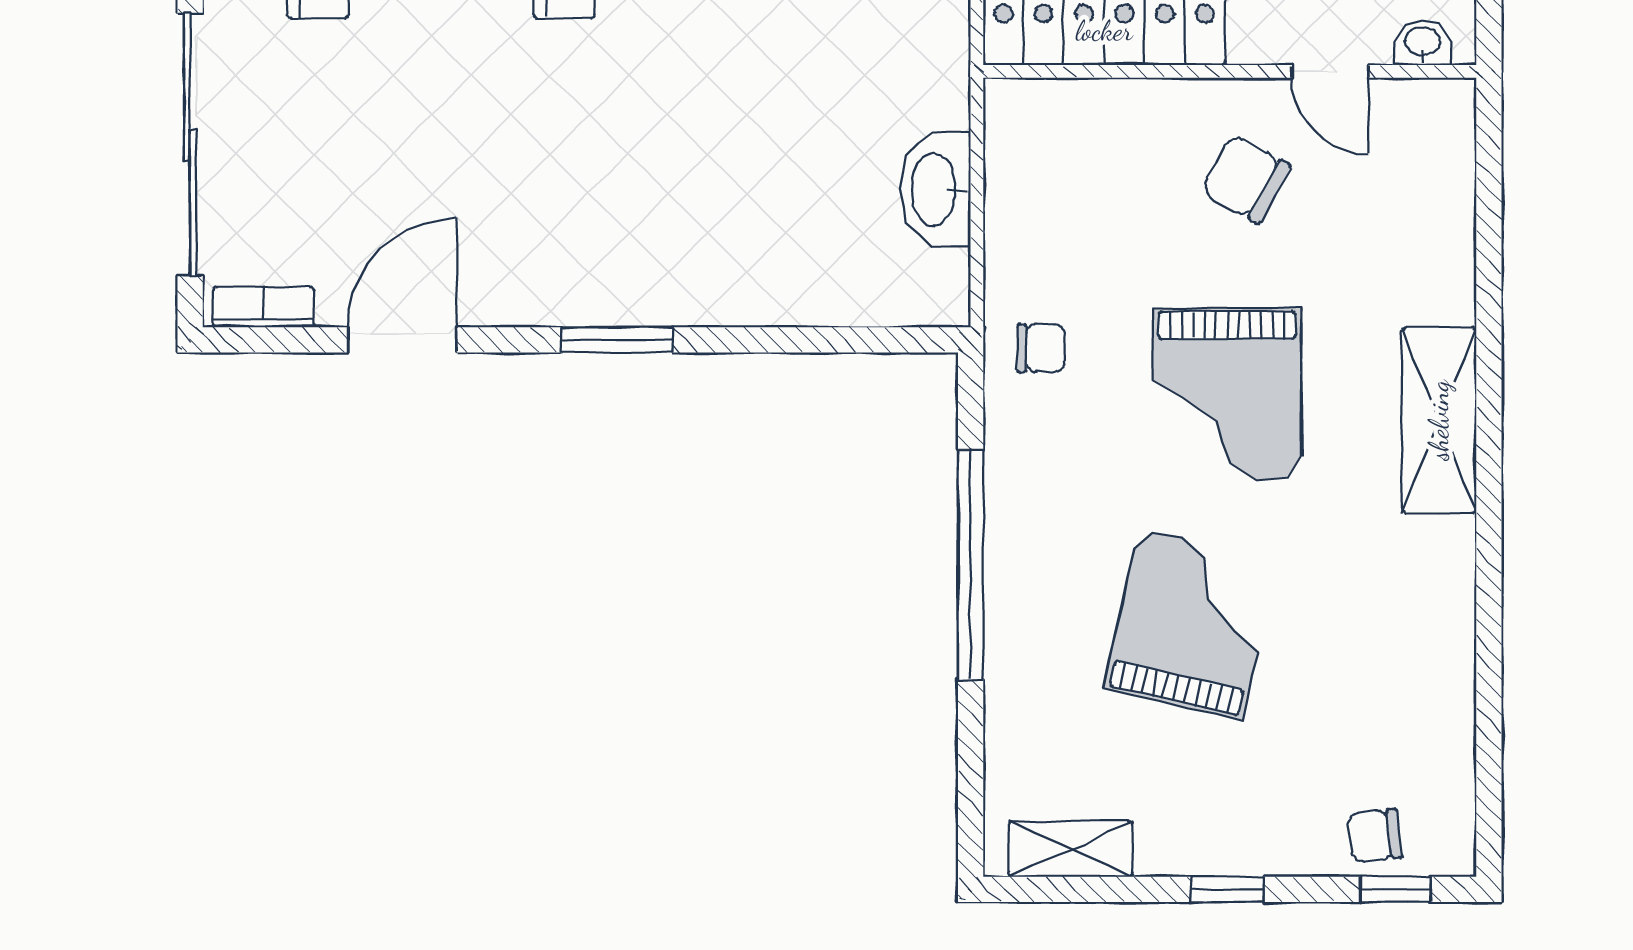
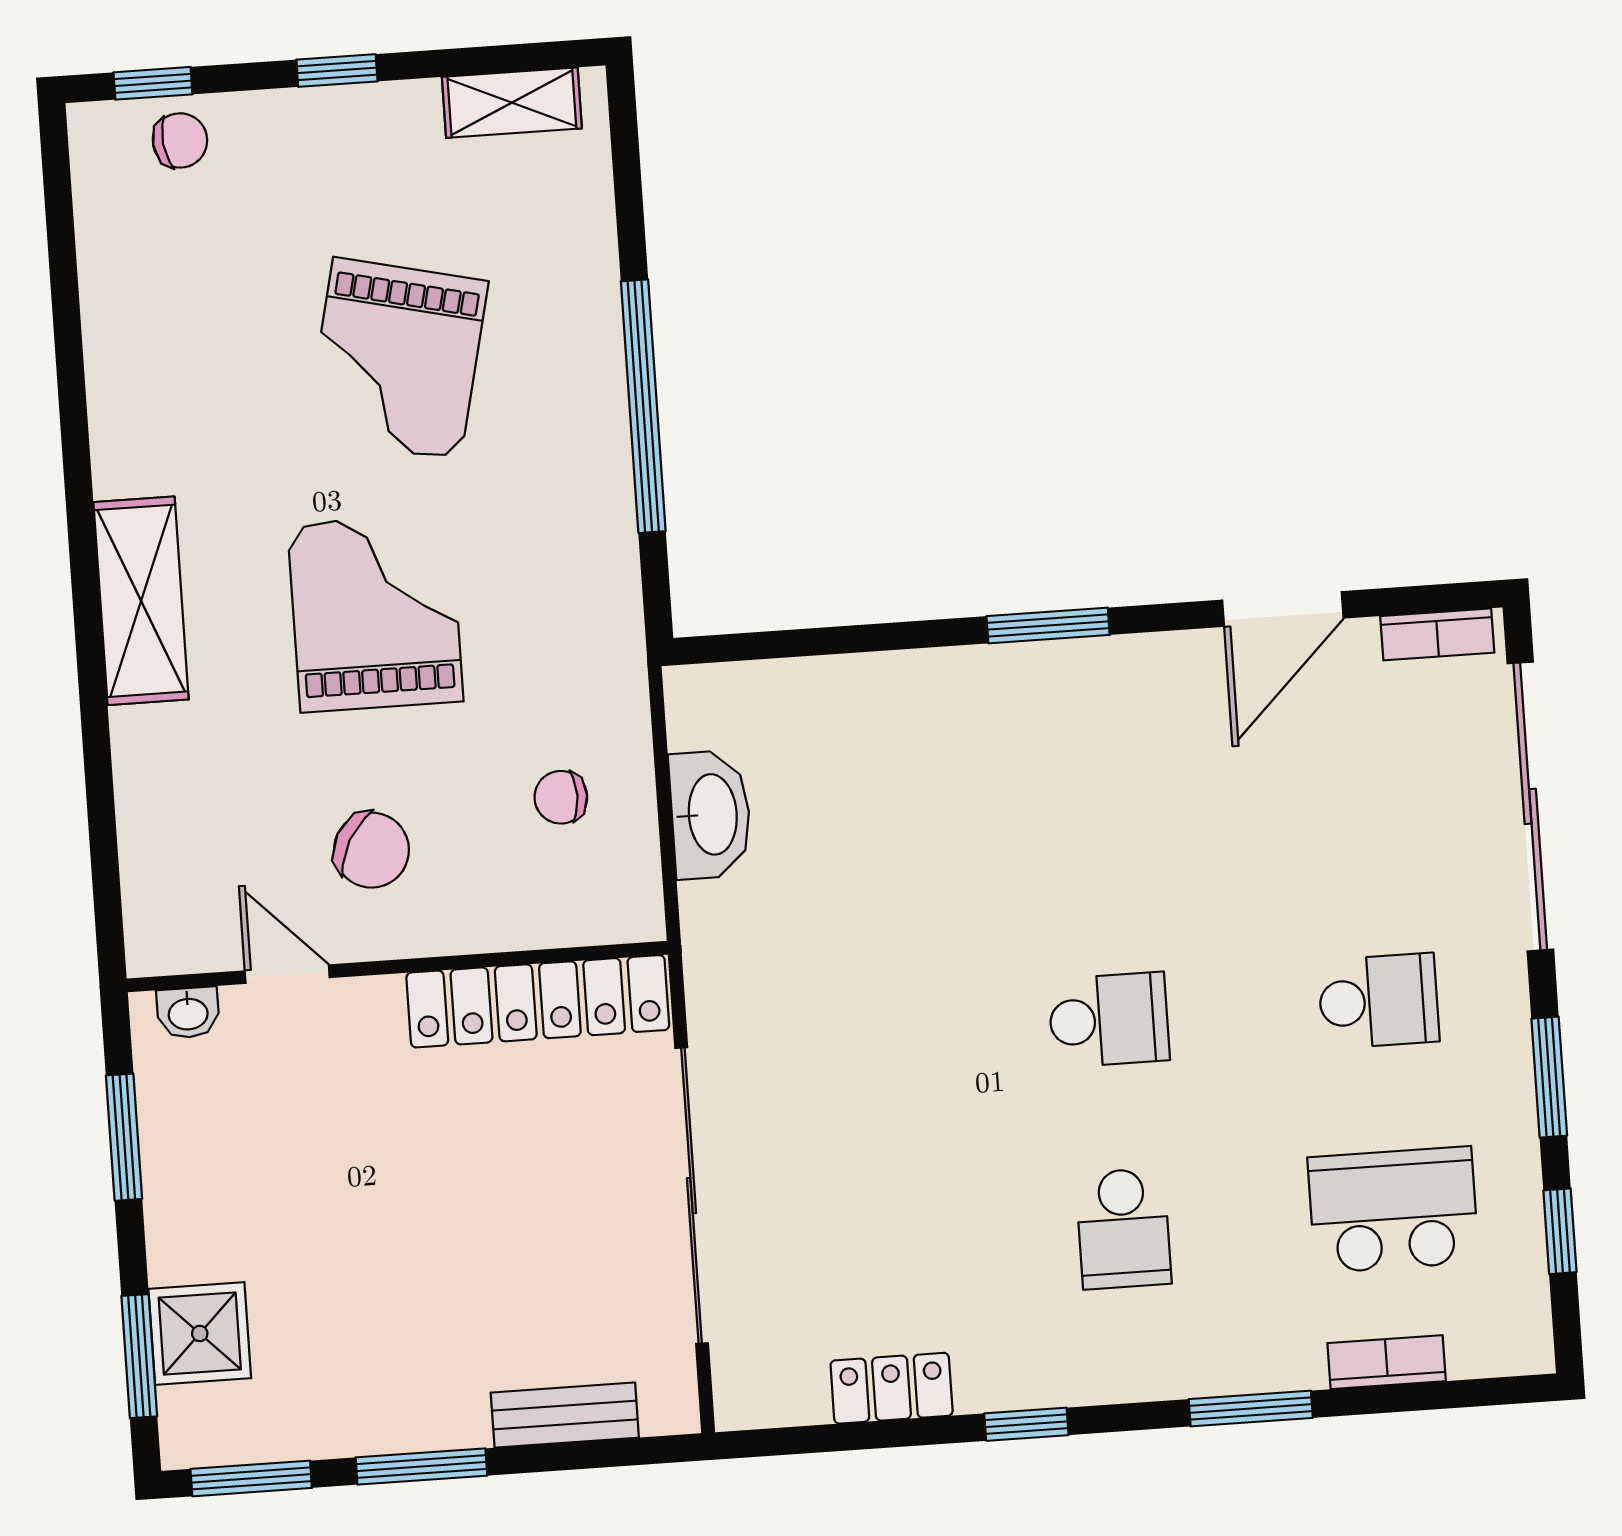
chair: (1041, 348) -> (561, 797), moved

